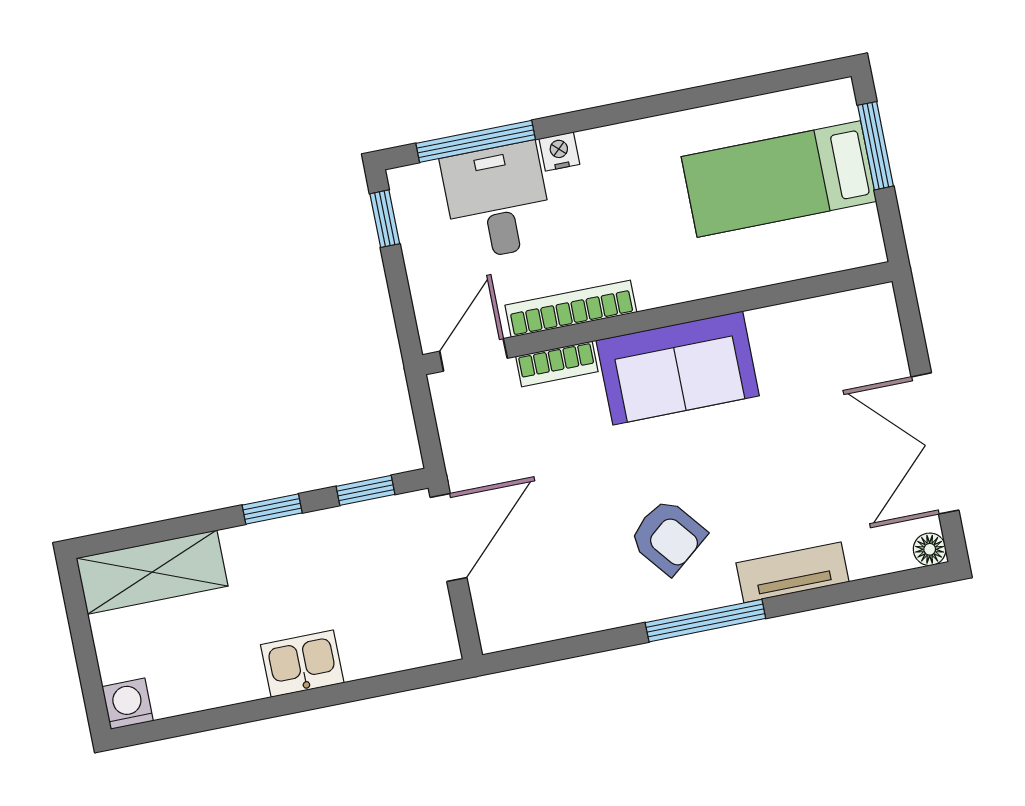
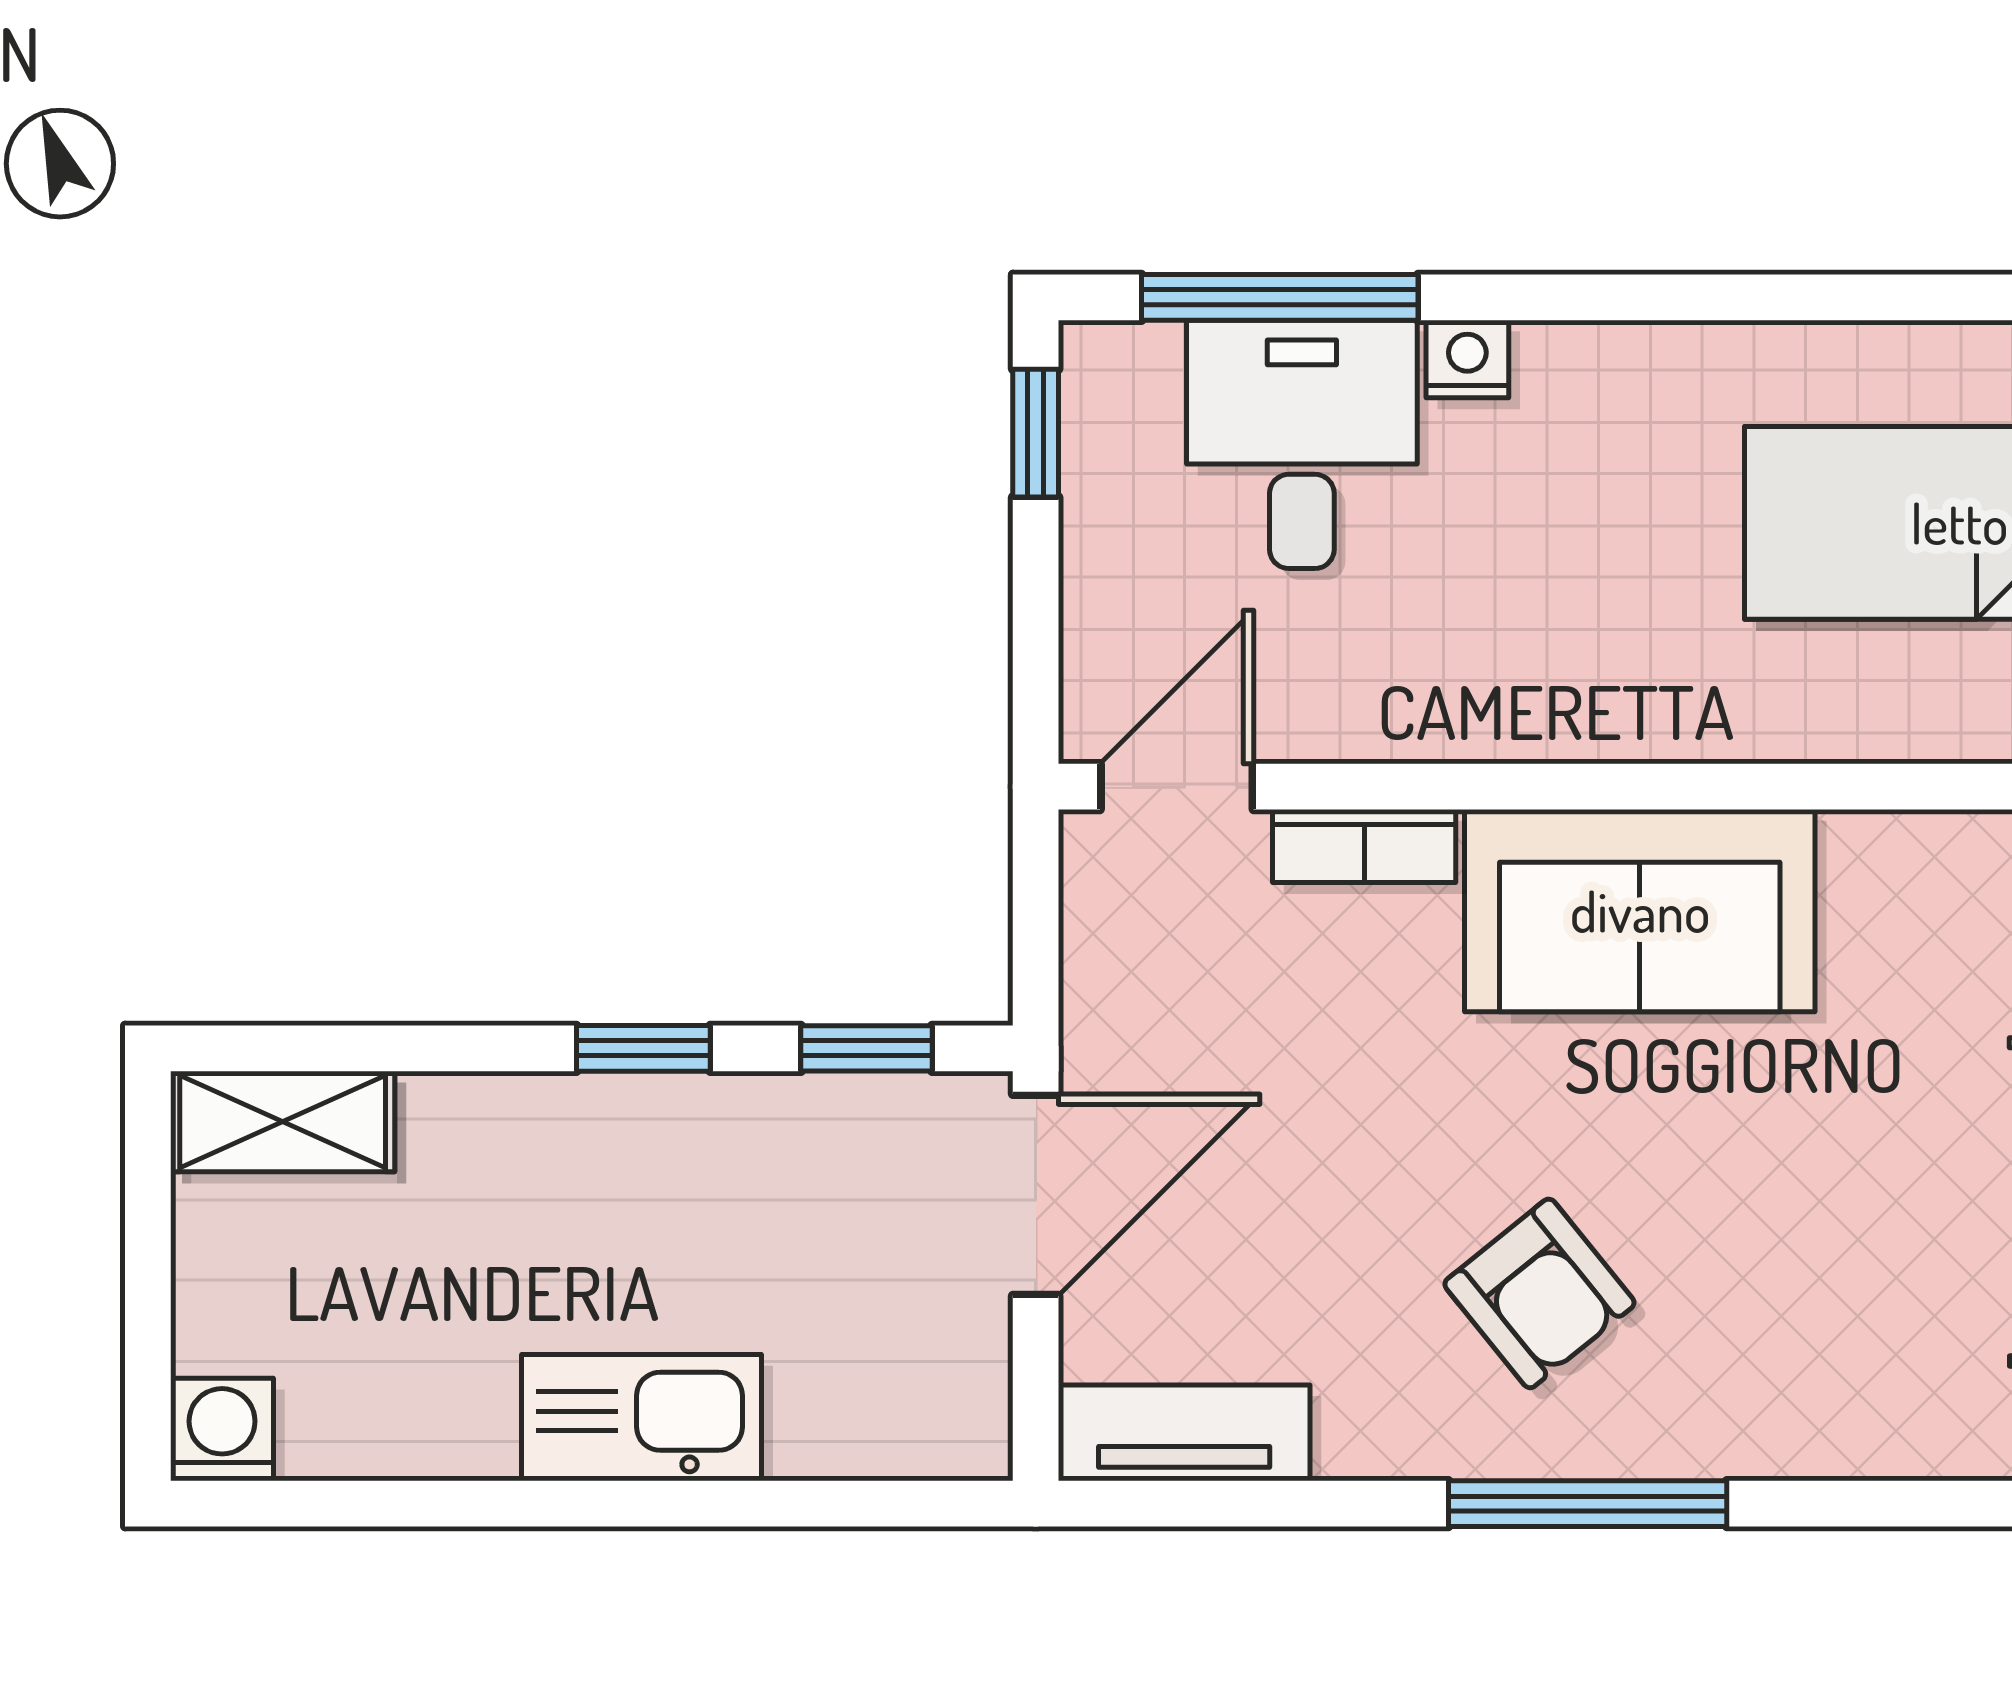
bookcase: (571, 309) -> (1421, 725), removed
shelving: (152, 572) -> (283, 1122), width x0.67, depth x0.75
tv unit: (792, 572) -> (1184, 1433), moved
kitchen sink: (302, 664) -> (642, 1418), width x1.38

